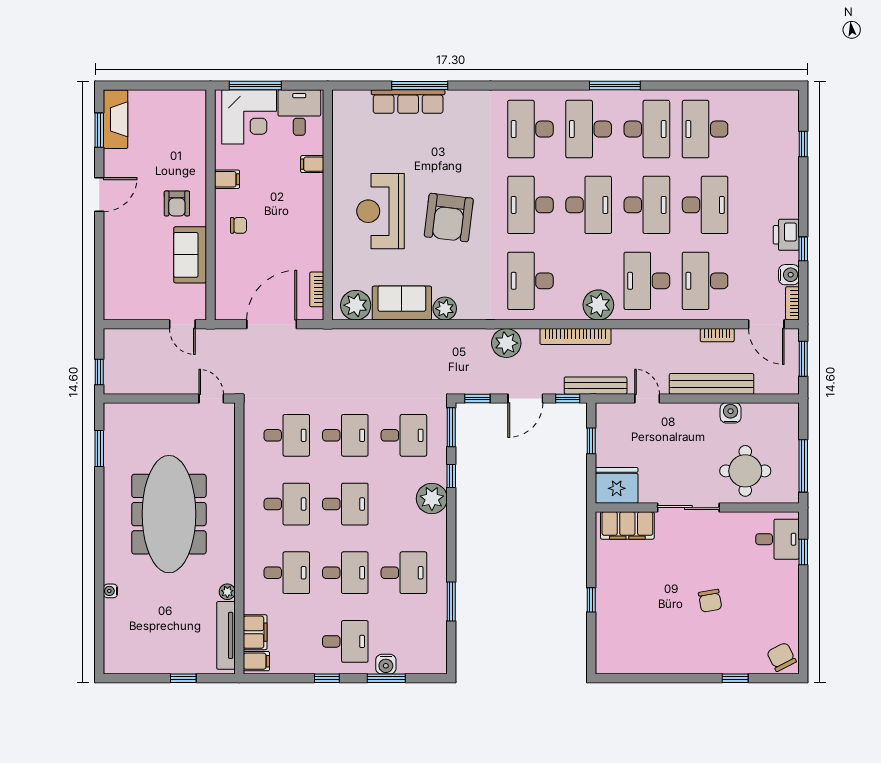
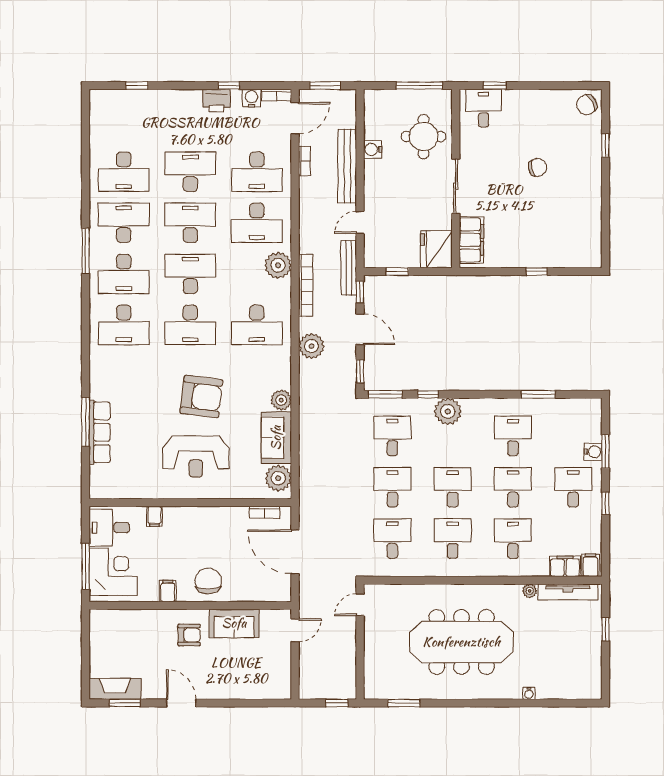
chair: (239, 225) -> (208, 581), width x1.87, depth x1.87

